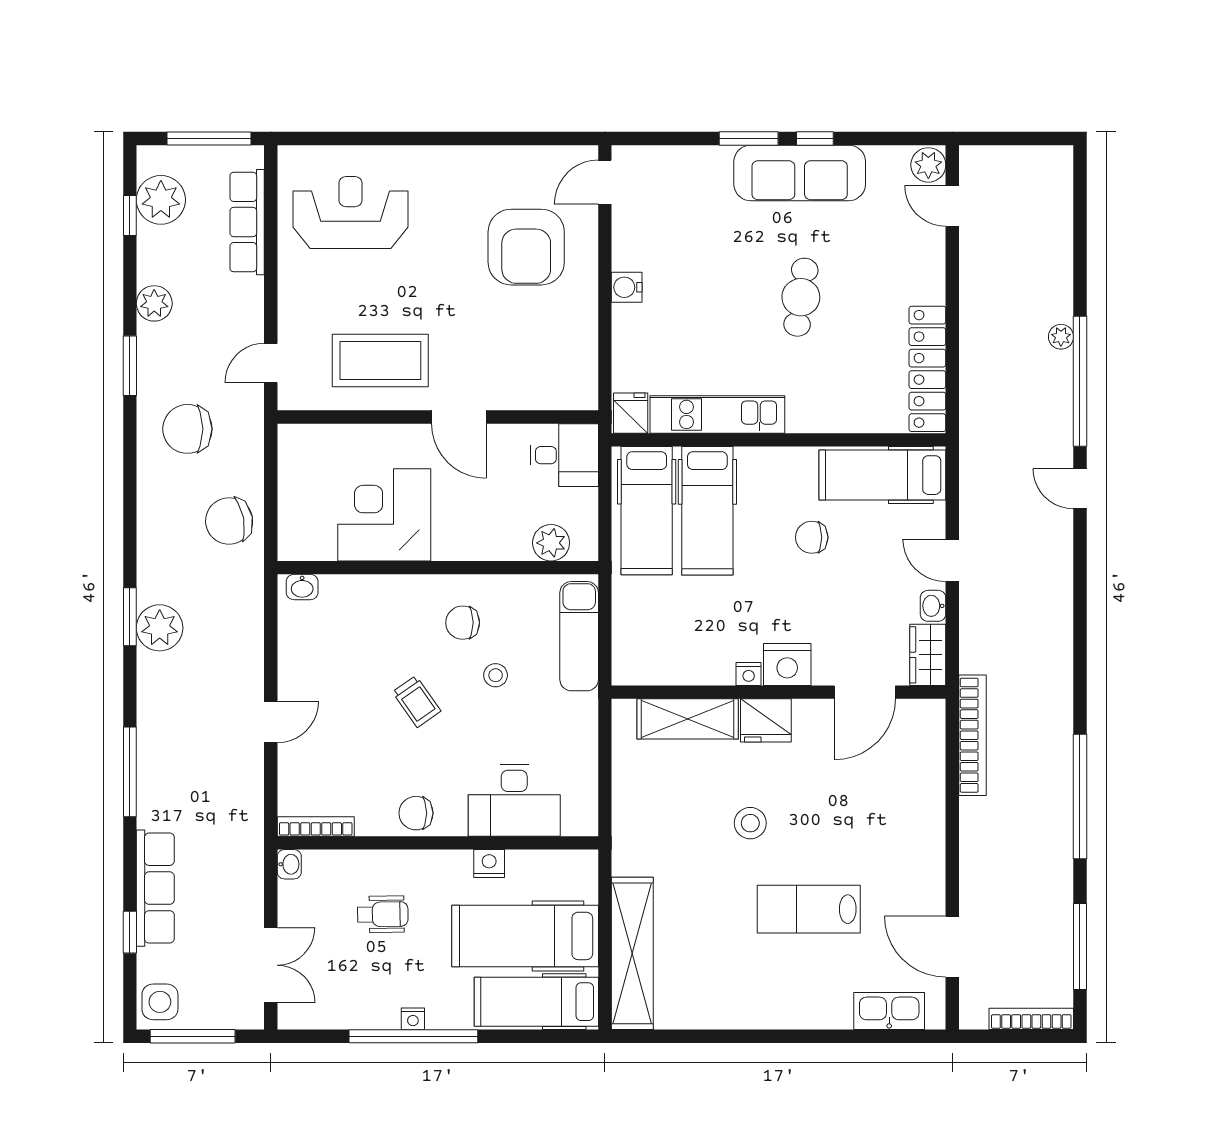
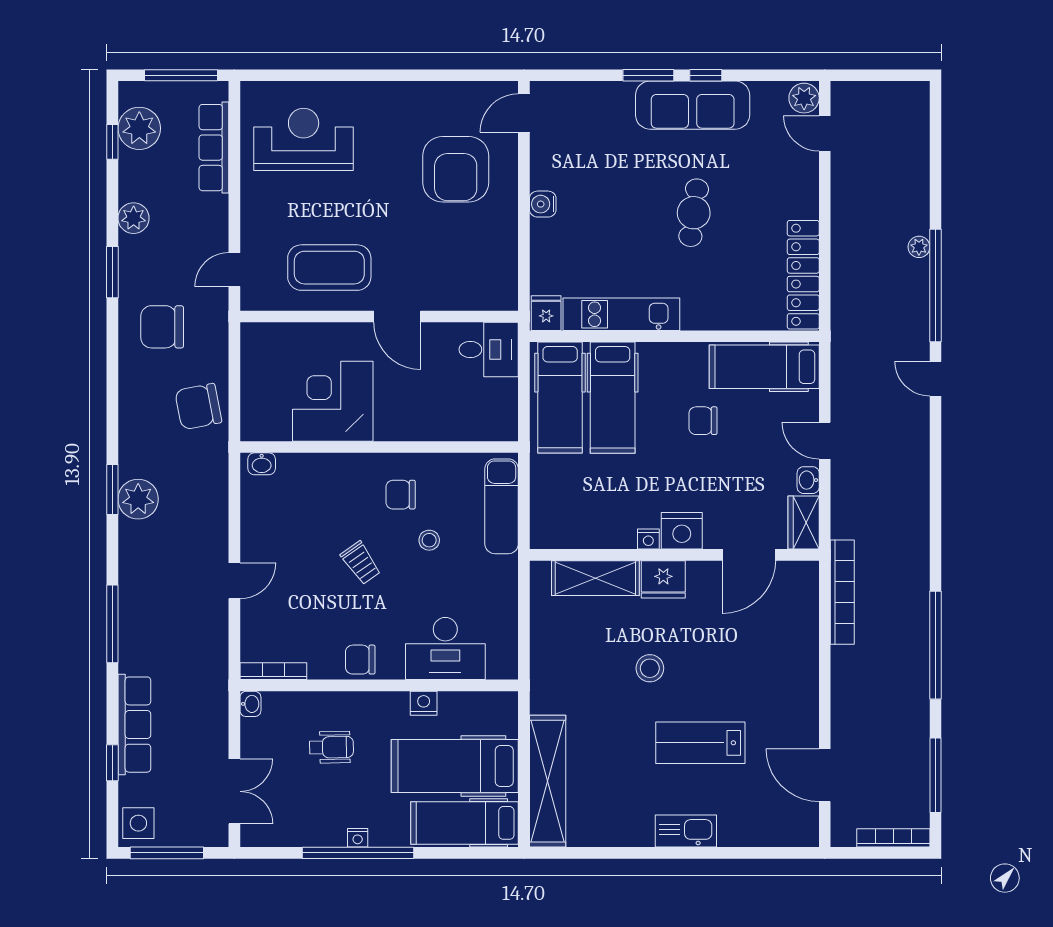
plant: (551, 543) -> (477, 425), removed
kitchen sink: (889, 1011) -> (686, 831), moved

